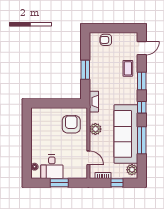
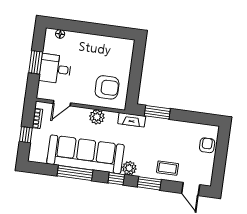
window: (85, 70) -> (157, 112), moved
desk: (52, 167) -> (55, 69), moved
plant: (132, 170) -> (129, 168), moved

